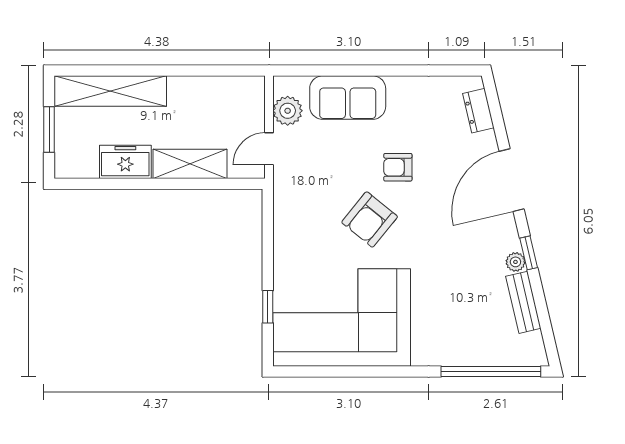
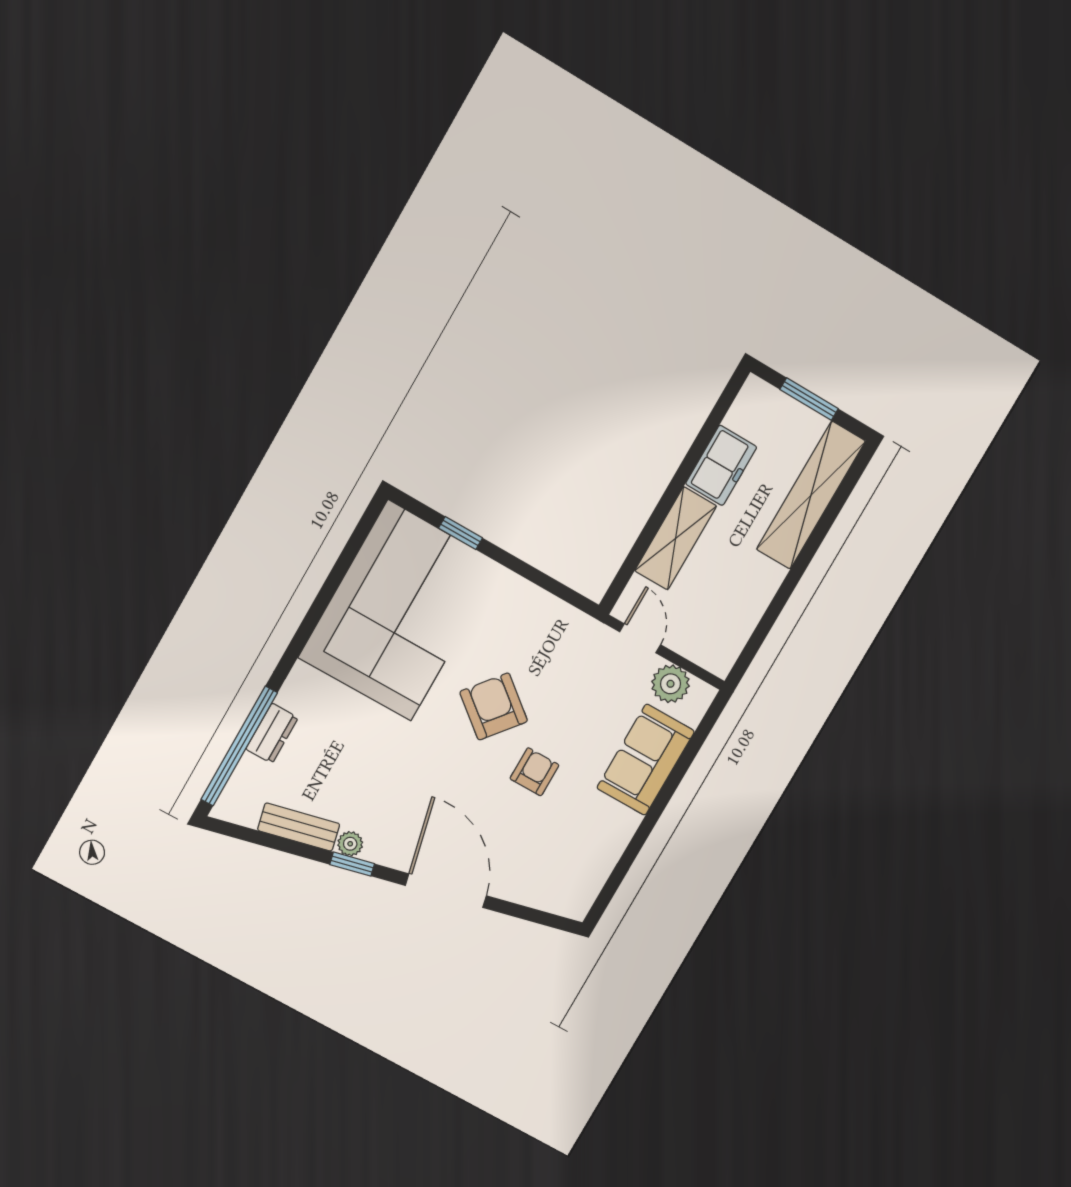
dresser: (478, 111) -> (272, 733), moved, turned 103

